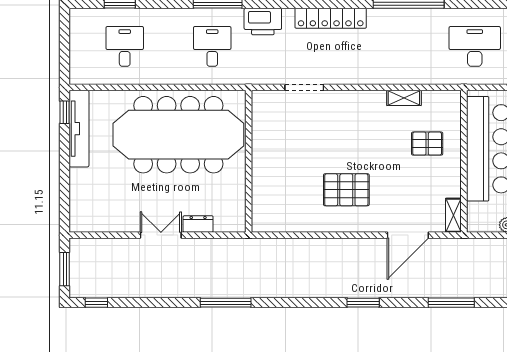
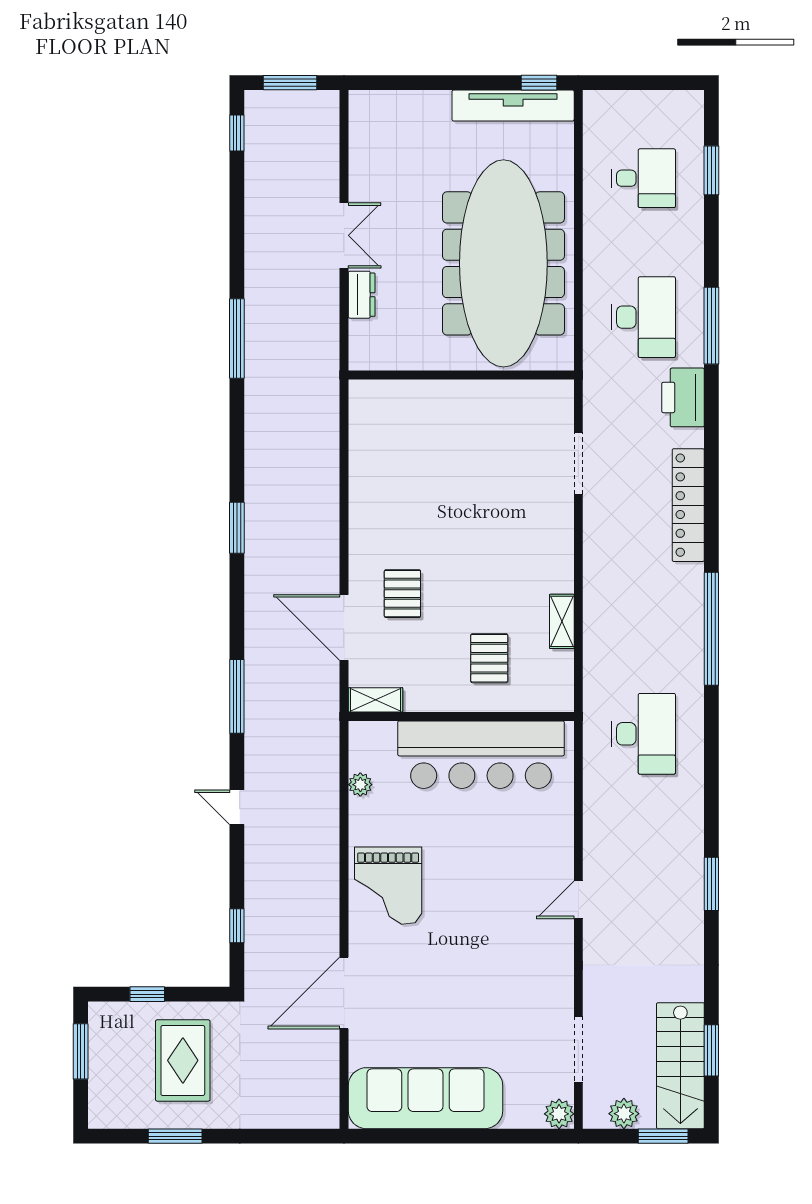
desk: (212, 46) -> (643, 317), width x1.37
pallet: (346, 190) -> (402, 594), moved, width x0.67, depth x0.71
window: (363, 303) -> (237, 528), moved

